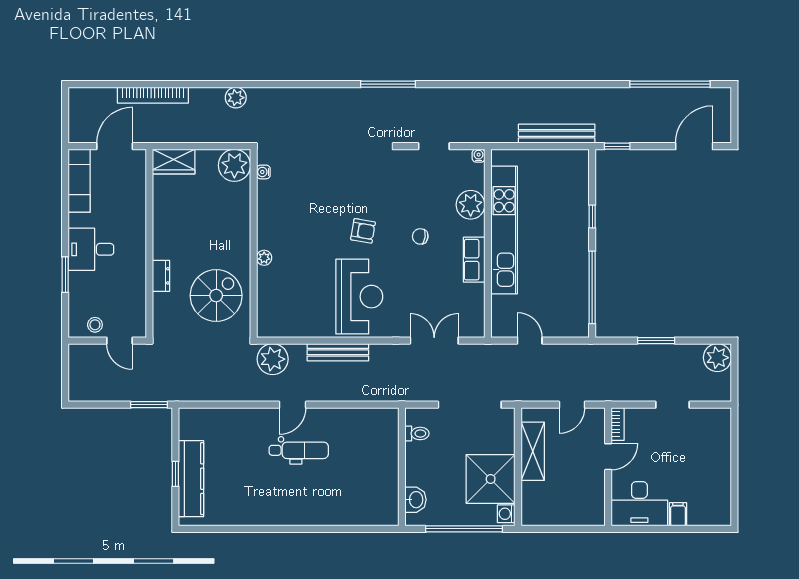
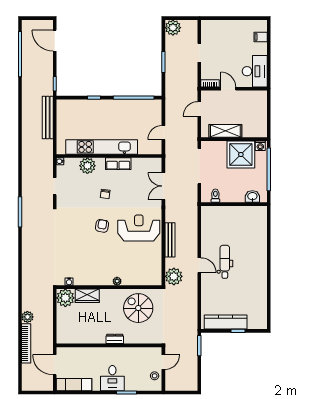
plant: (236, 98) -> (27, 317), moved
wardrobe: (174, 162) -> (87, 296), moved, turned 90
dresser: (161, 276) -> (115, 339), moved
door: (572, 405) -> (199, 109), swing flipped
kitchen counter: (191, 479) -> (226, 322), moved
filing cabinet: (678, 514) -> (261, 37), moved

